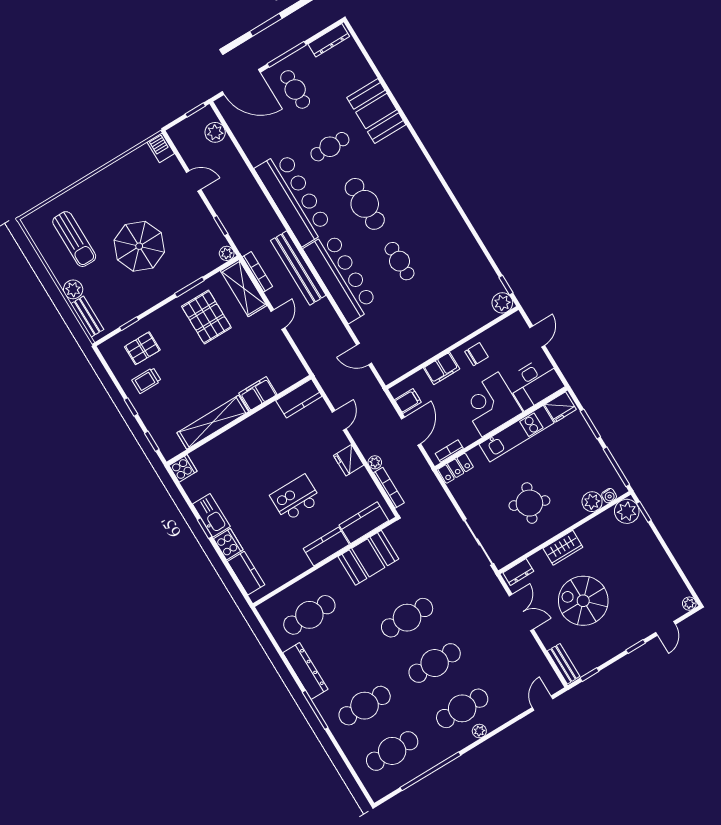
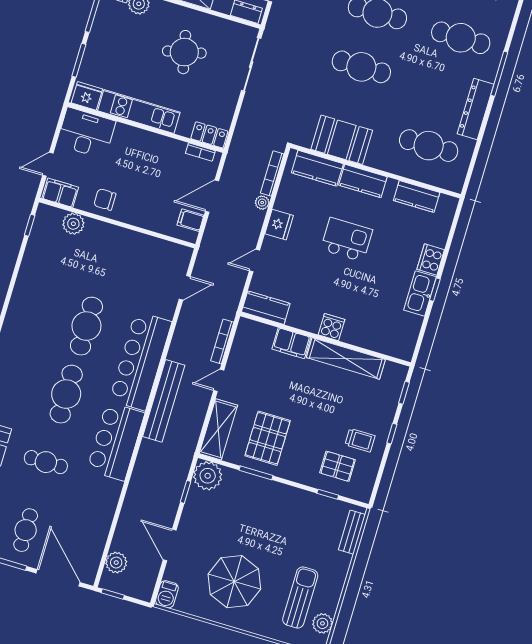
door: (194, 181) -> (170, 545), width x1.38
bar counter: (294, 198) -> (116, 441), width x0.73
parasol: (139, 246) -> (234, 582), moved
plant: (227, 253) -> (208, 476), width x1.88, depth x1.88
cafe table: (400, 261) -> (86, 326), width x1.37, depth x1.35
bookcase: (257, 272) -> (222, 342), moved
plant: (73, 289) -> (322, 623), moved
plant: (502, 303) -> (73, 224), moved
door: (364, 354) -> (185, 288), hinge flipped
filing cabinet: (442, 368) -> (60, 193), moved
corner desk: (490, 404) -> (135, 153), removed
cooker: (183, 468) -> (331, 327), moved, turned 90
kitchen island: (295, 498) -> (347, 240), turned 180
round table: (529, 503) -> (184, 52), turned -35
kitchen counter: (246, 573) -> (417, 196), moved, turned -90

